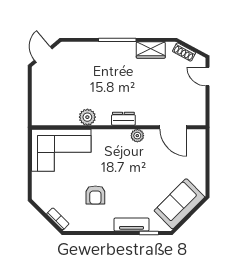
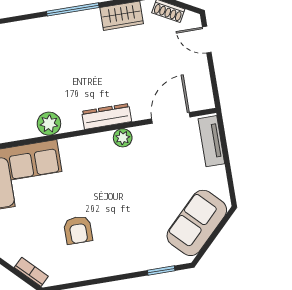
dresser: (123, 119) -> (107, 116), width x1.44
door: (173, 127) -> (171, 118), swing flipped
tv unit: (132, 224) -> (211, 141), moved, turned -90

